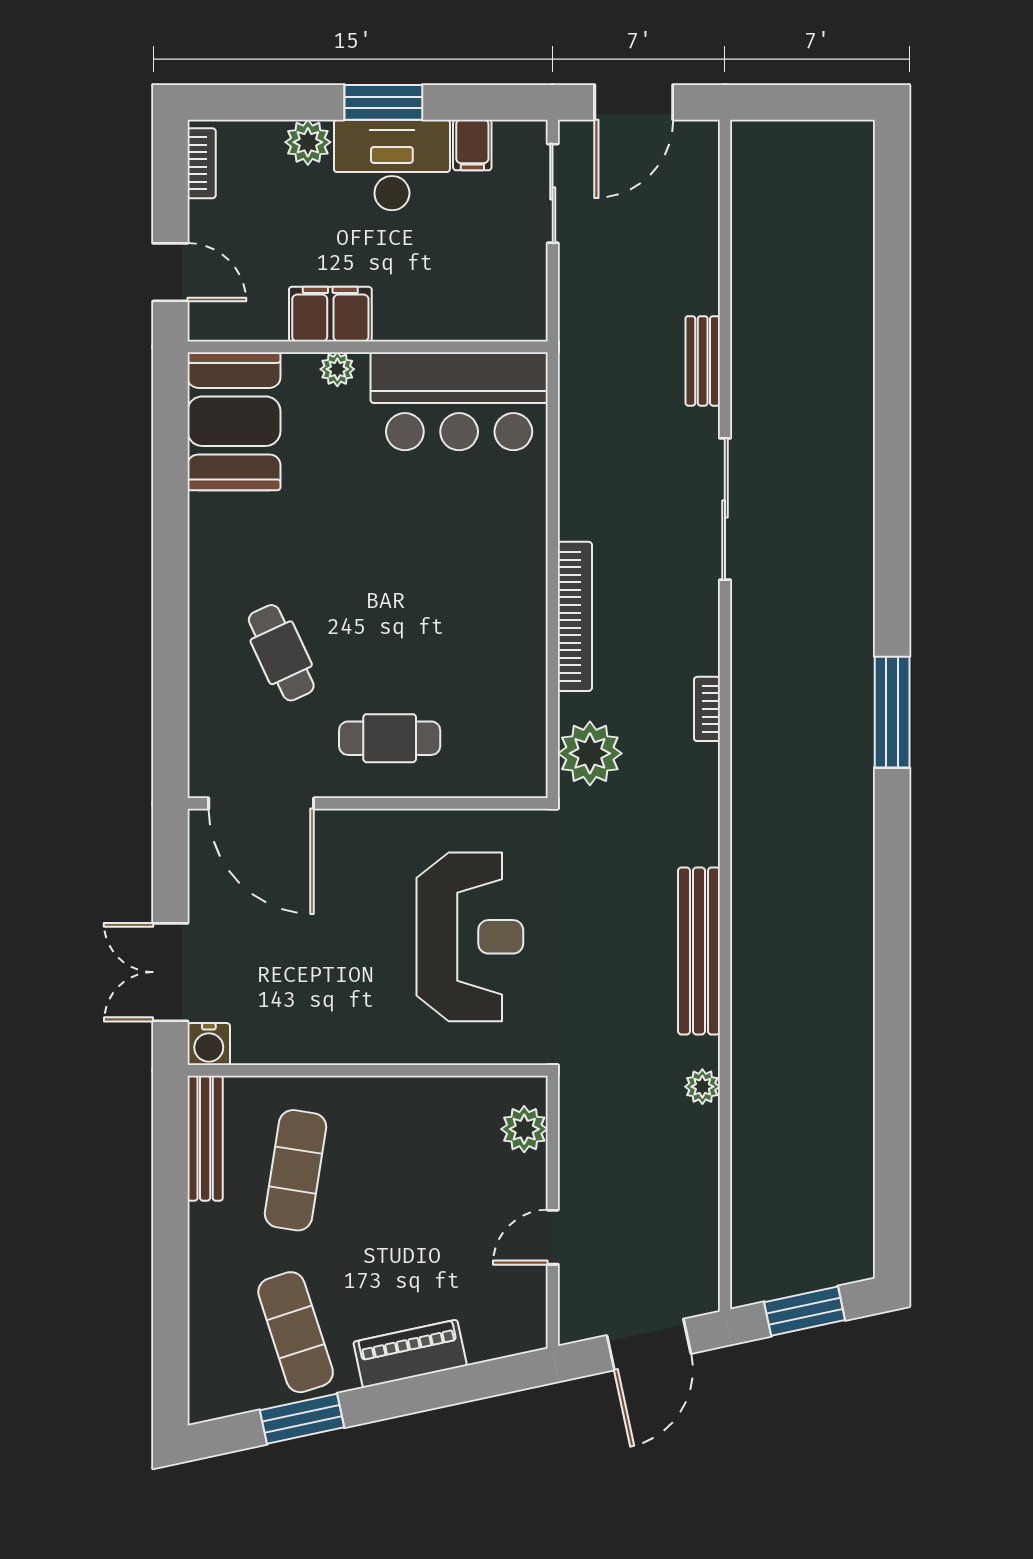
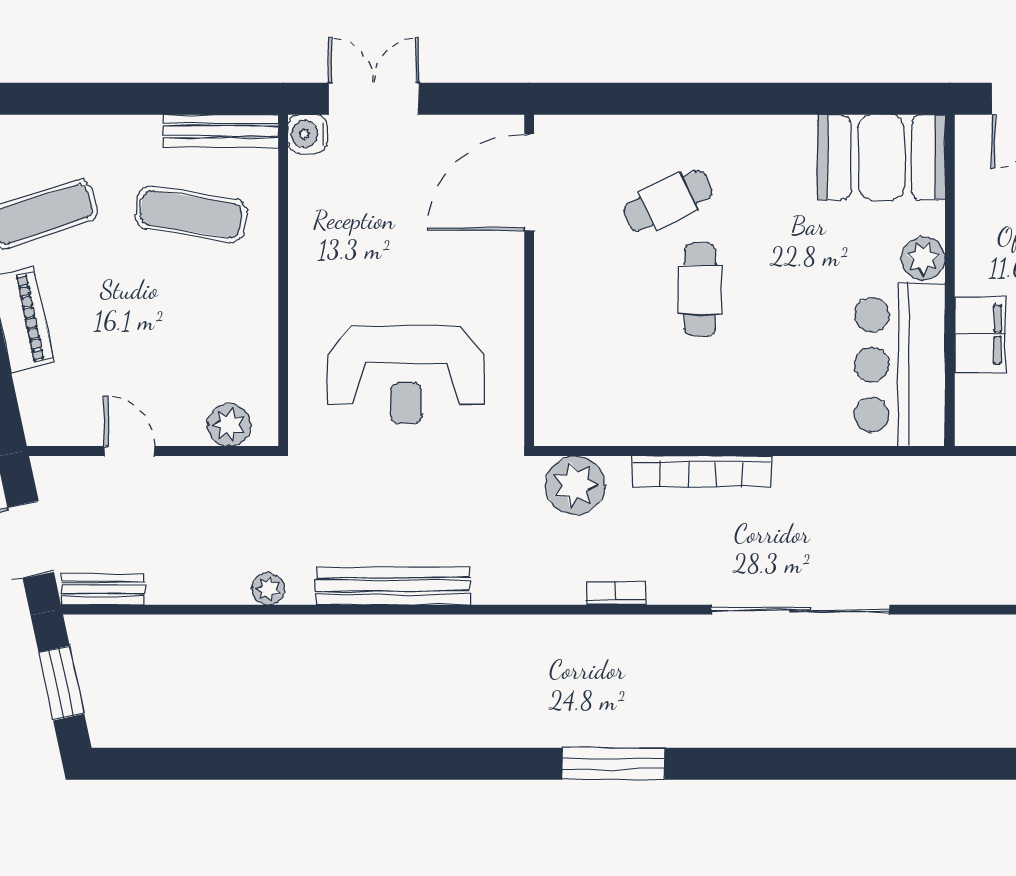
filing cabinet: (330, 314) -> (980, 334), moved
bench: (703, 361) -> (103, 589), moved
plant: (337, 369) -> (923, 258), width x1.38, depth x1.38
sliding door: (725, 509) -> (800, 610), width x1.36
cafe table: (390, 738) -> (700, 290), moved

